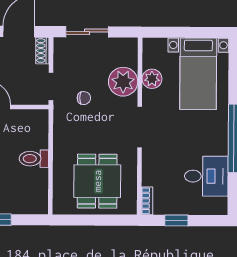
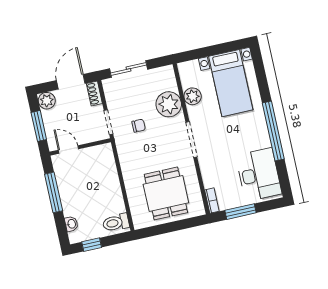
toilet: (34, 159) -> (116, 223), moved
desk: (206, 176) -> (259, 175), width x1.37
window: (176, 220) -> (241, 212), width x1.50

